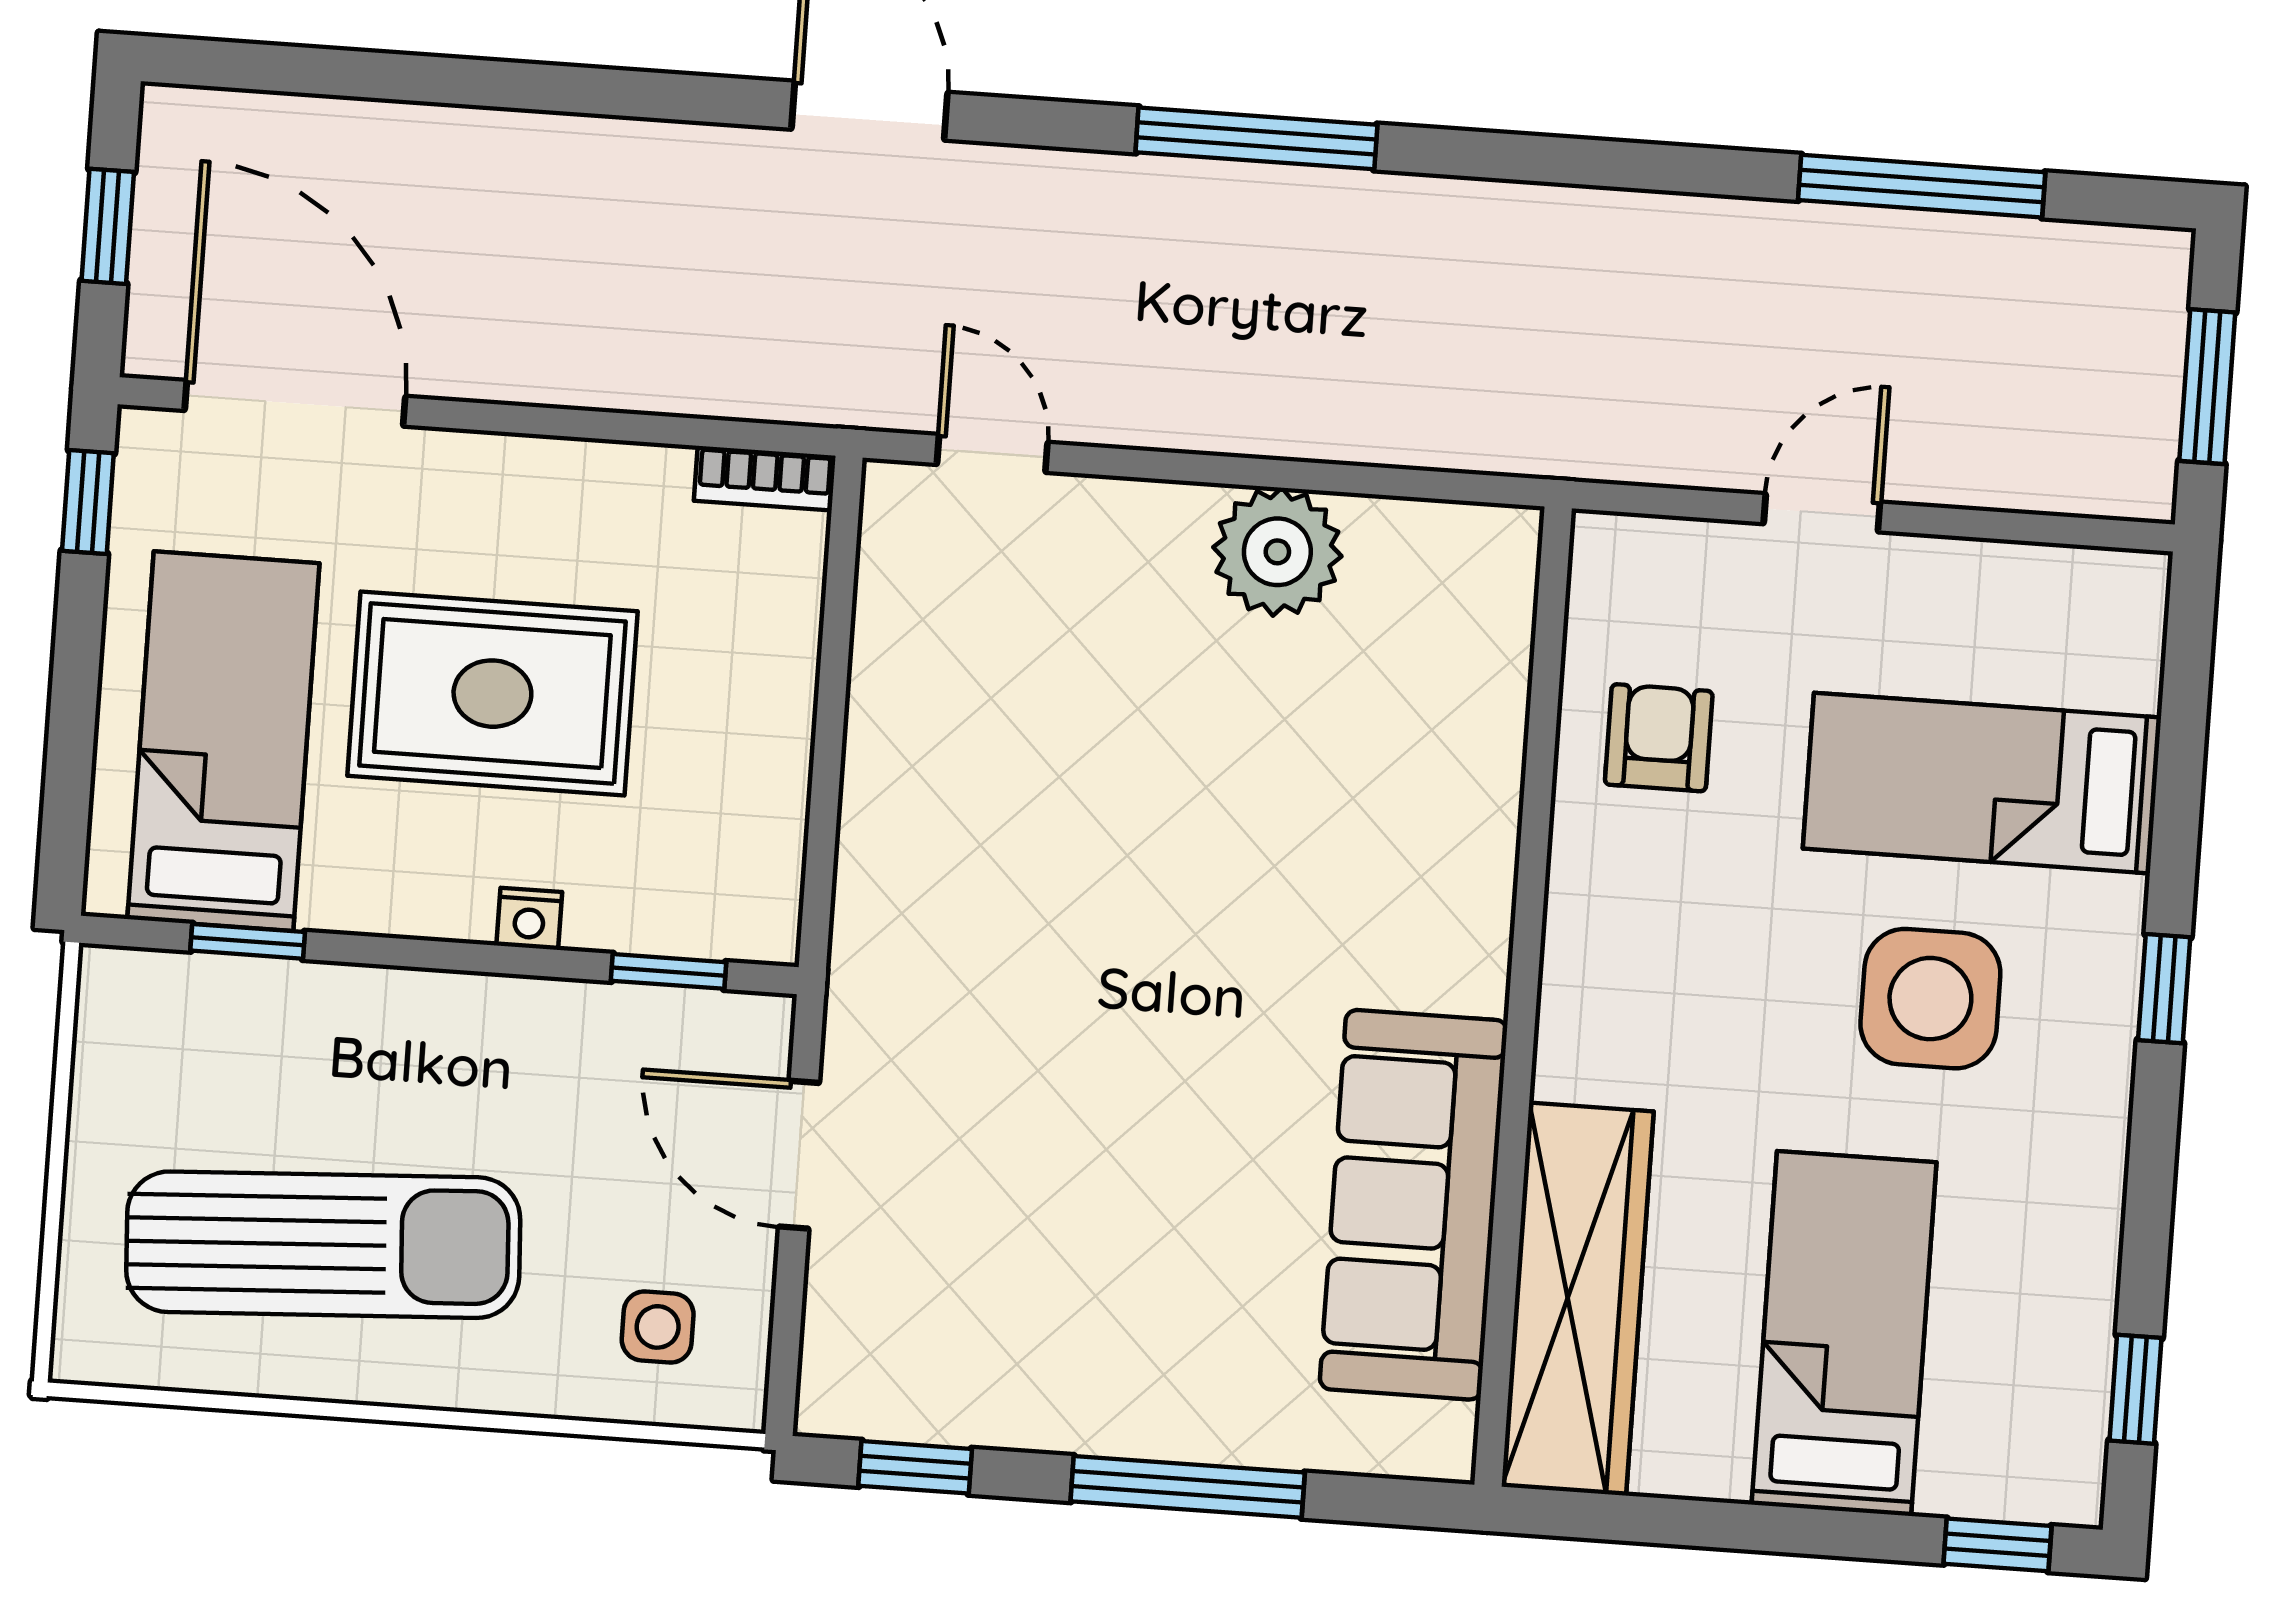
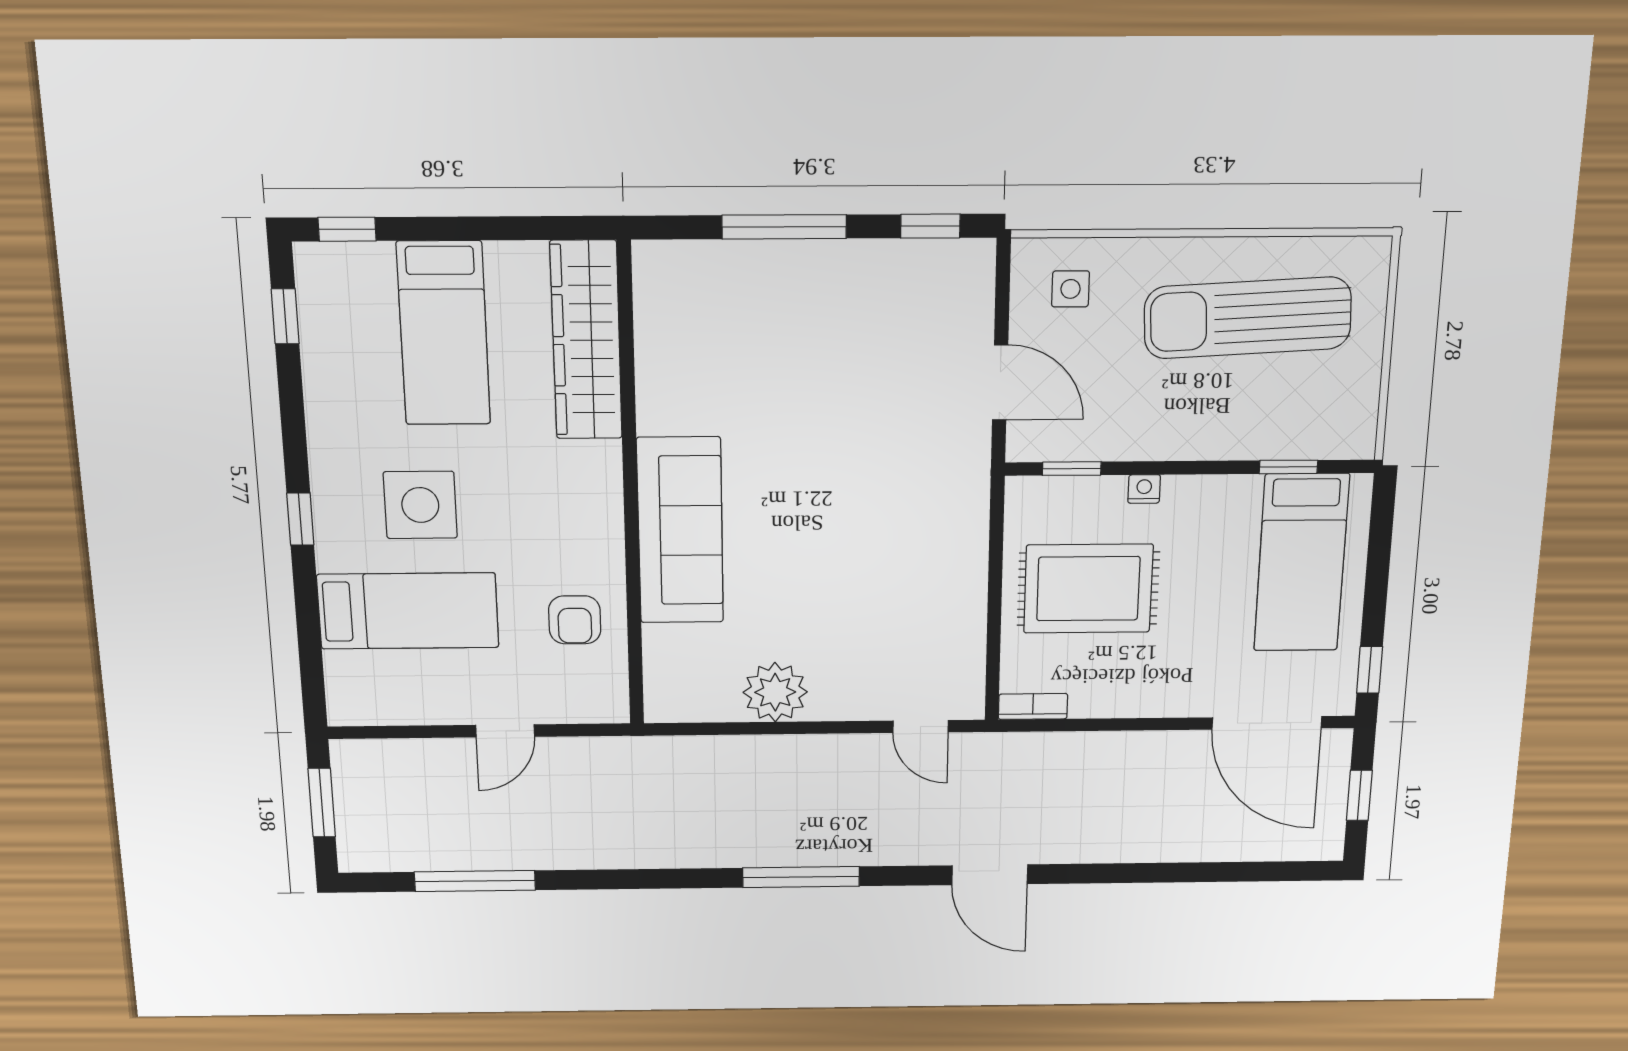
rug: (492, 694) -> (1088, 589), moved
sofa: (1414, 1205) -> (680, 531), moved

